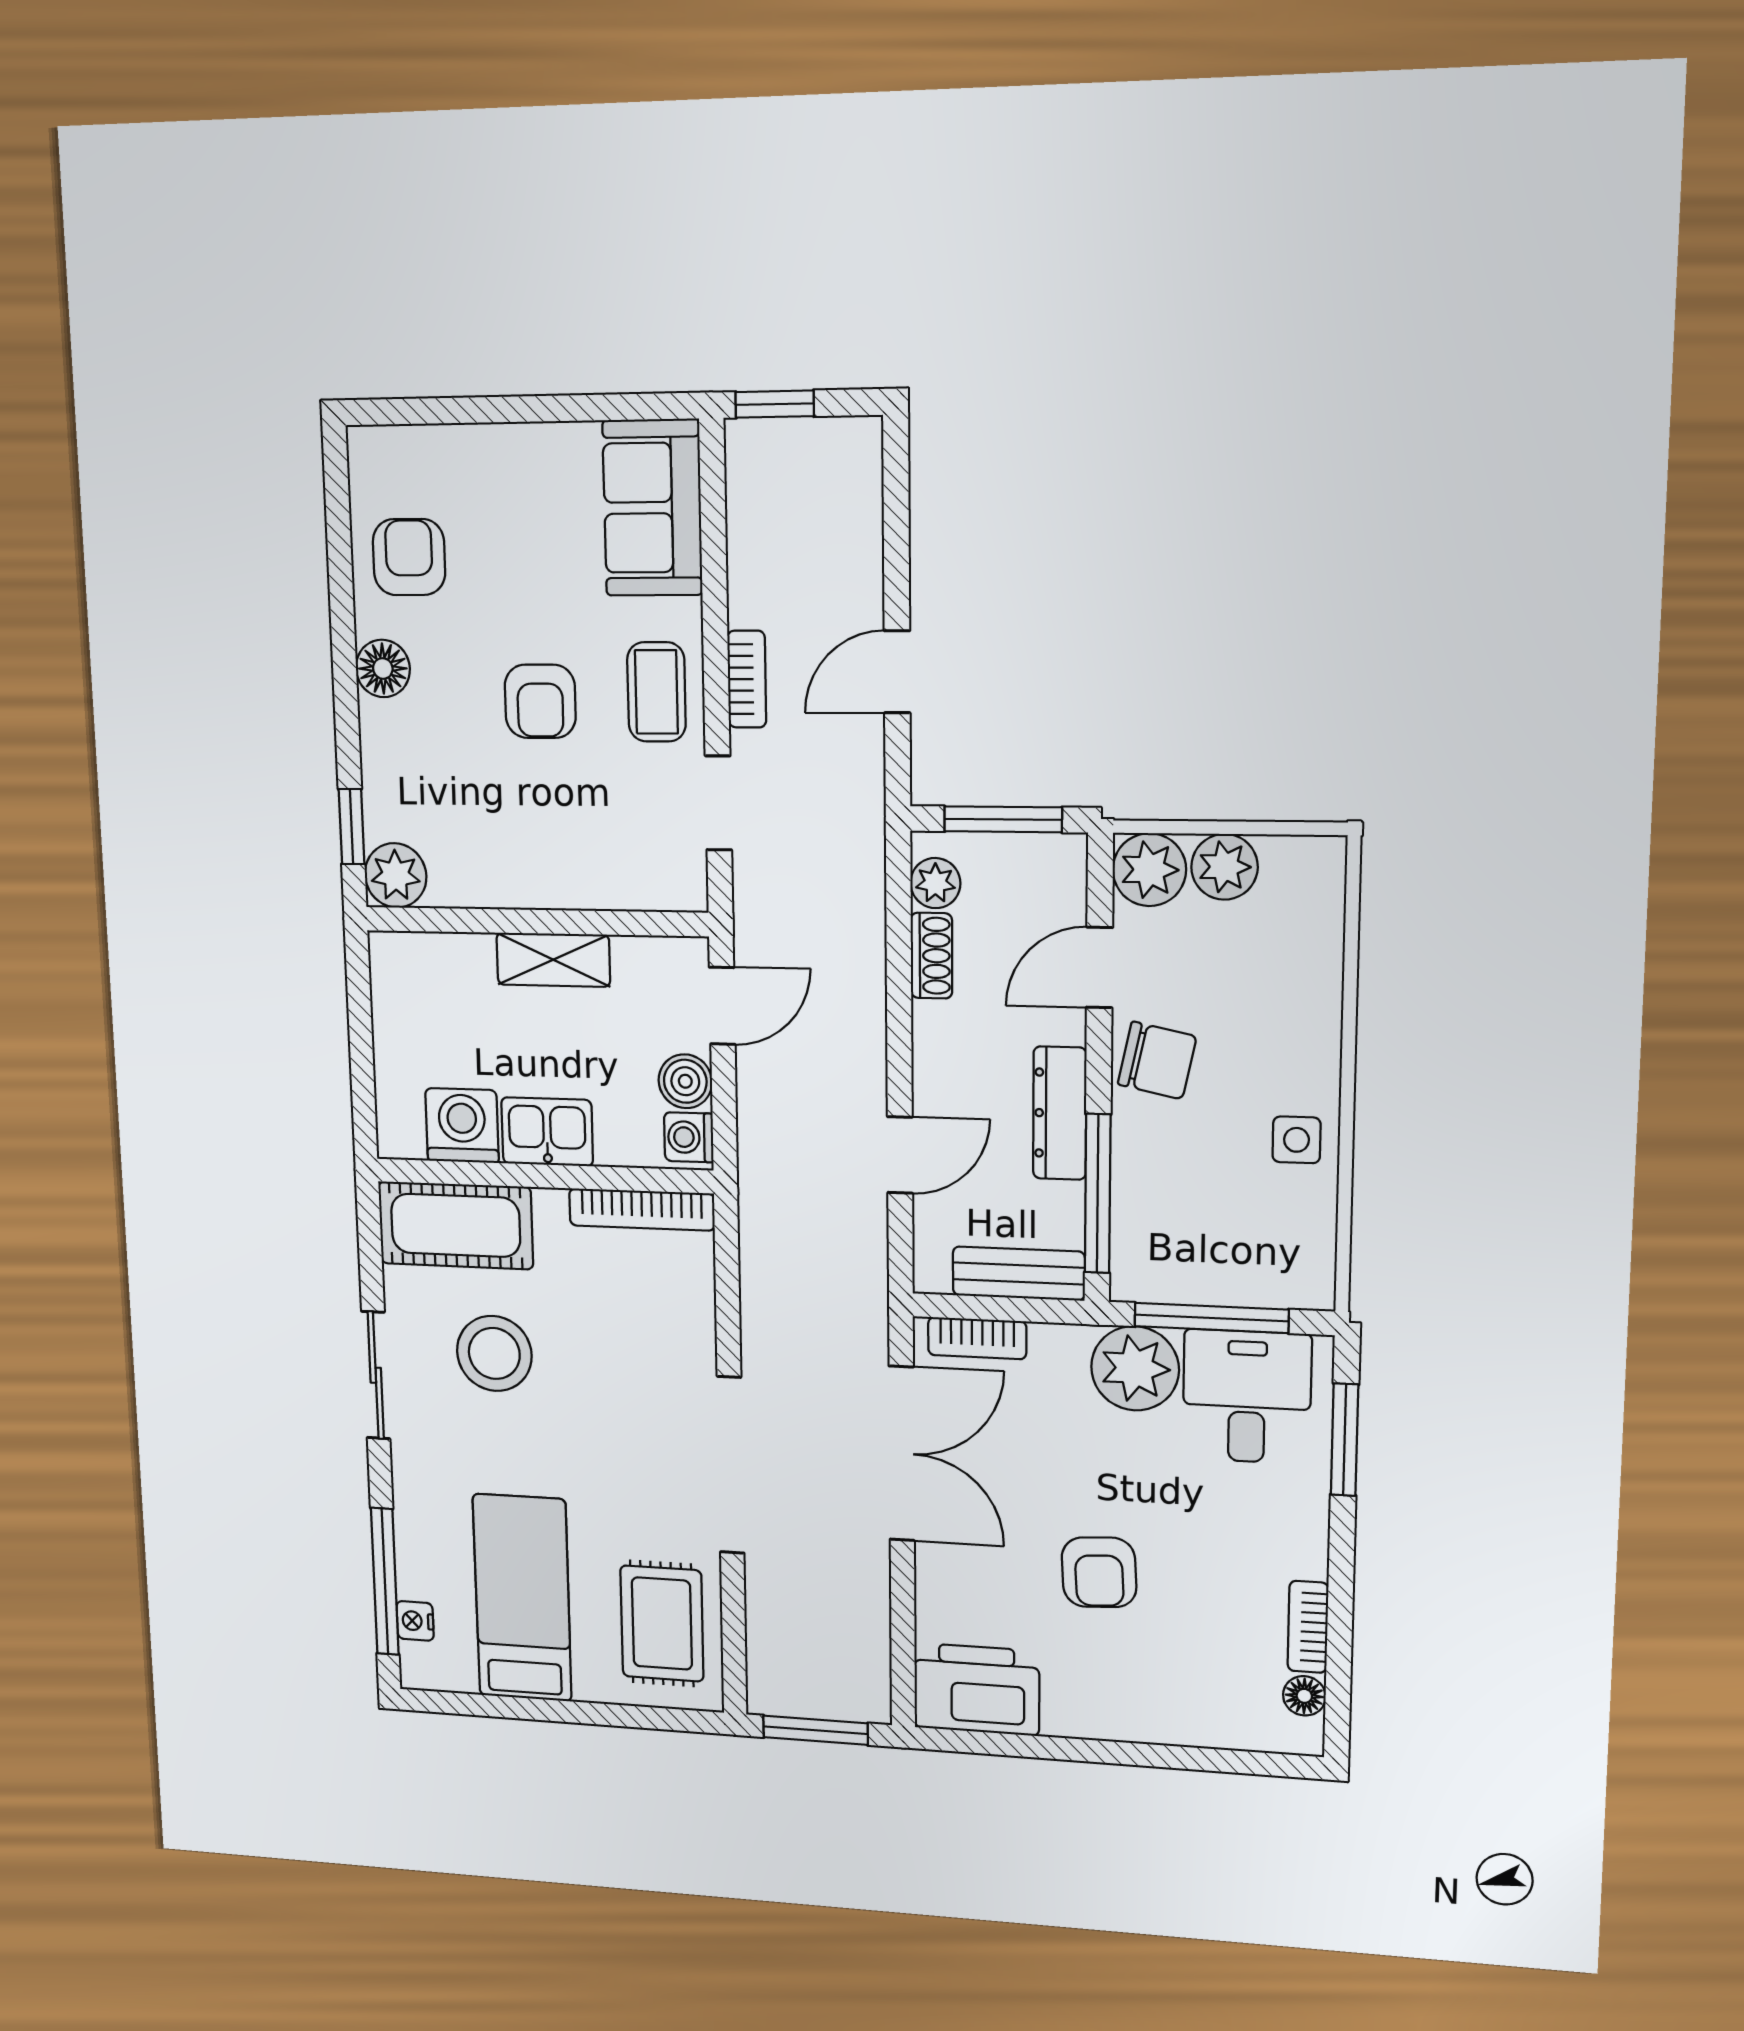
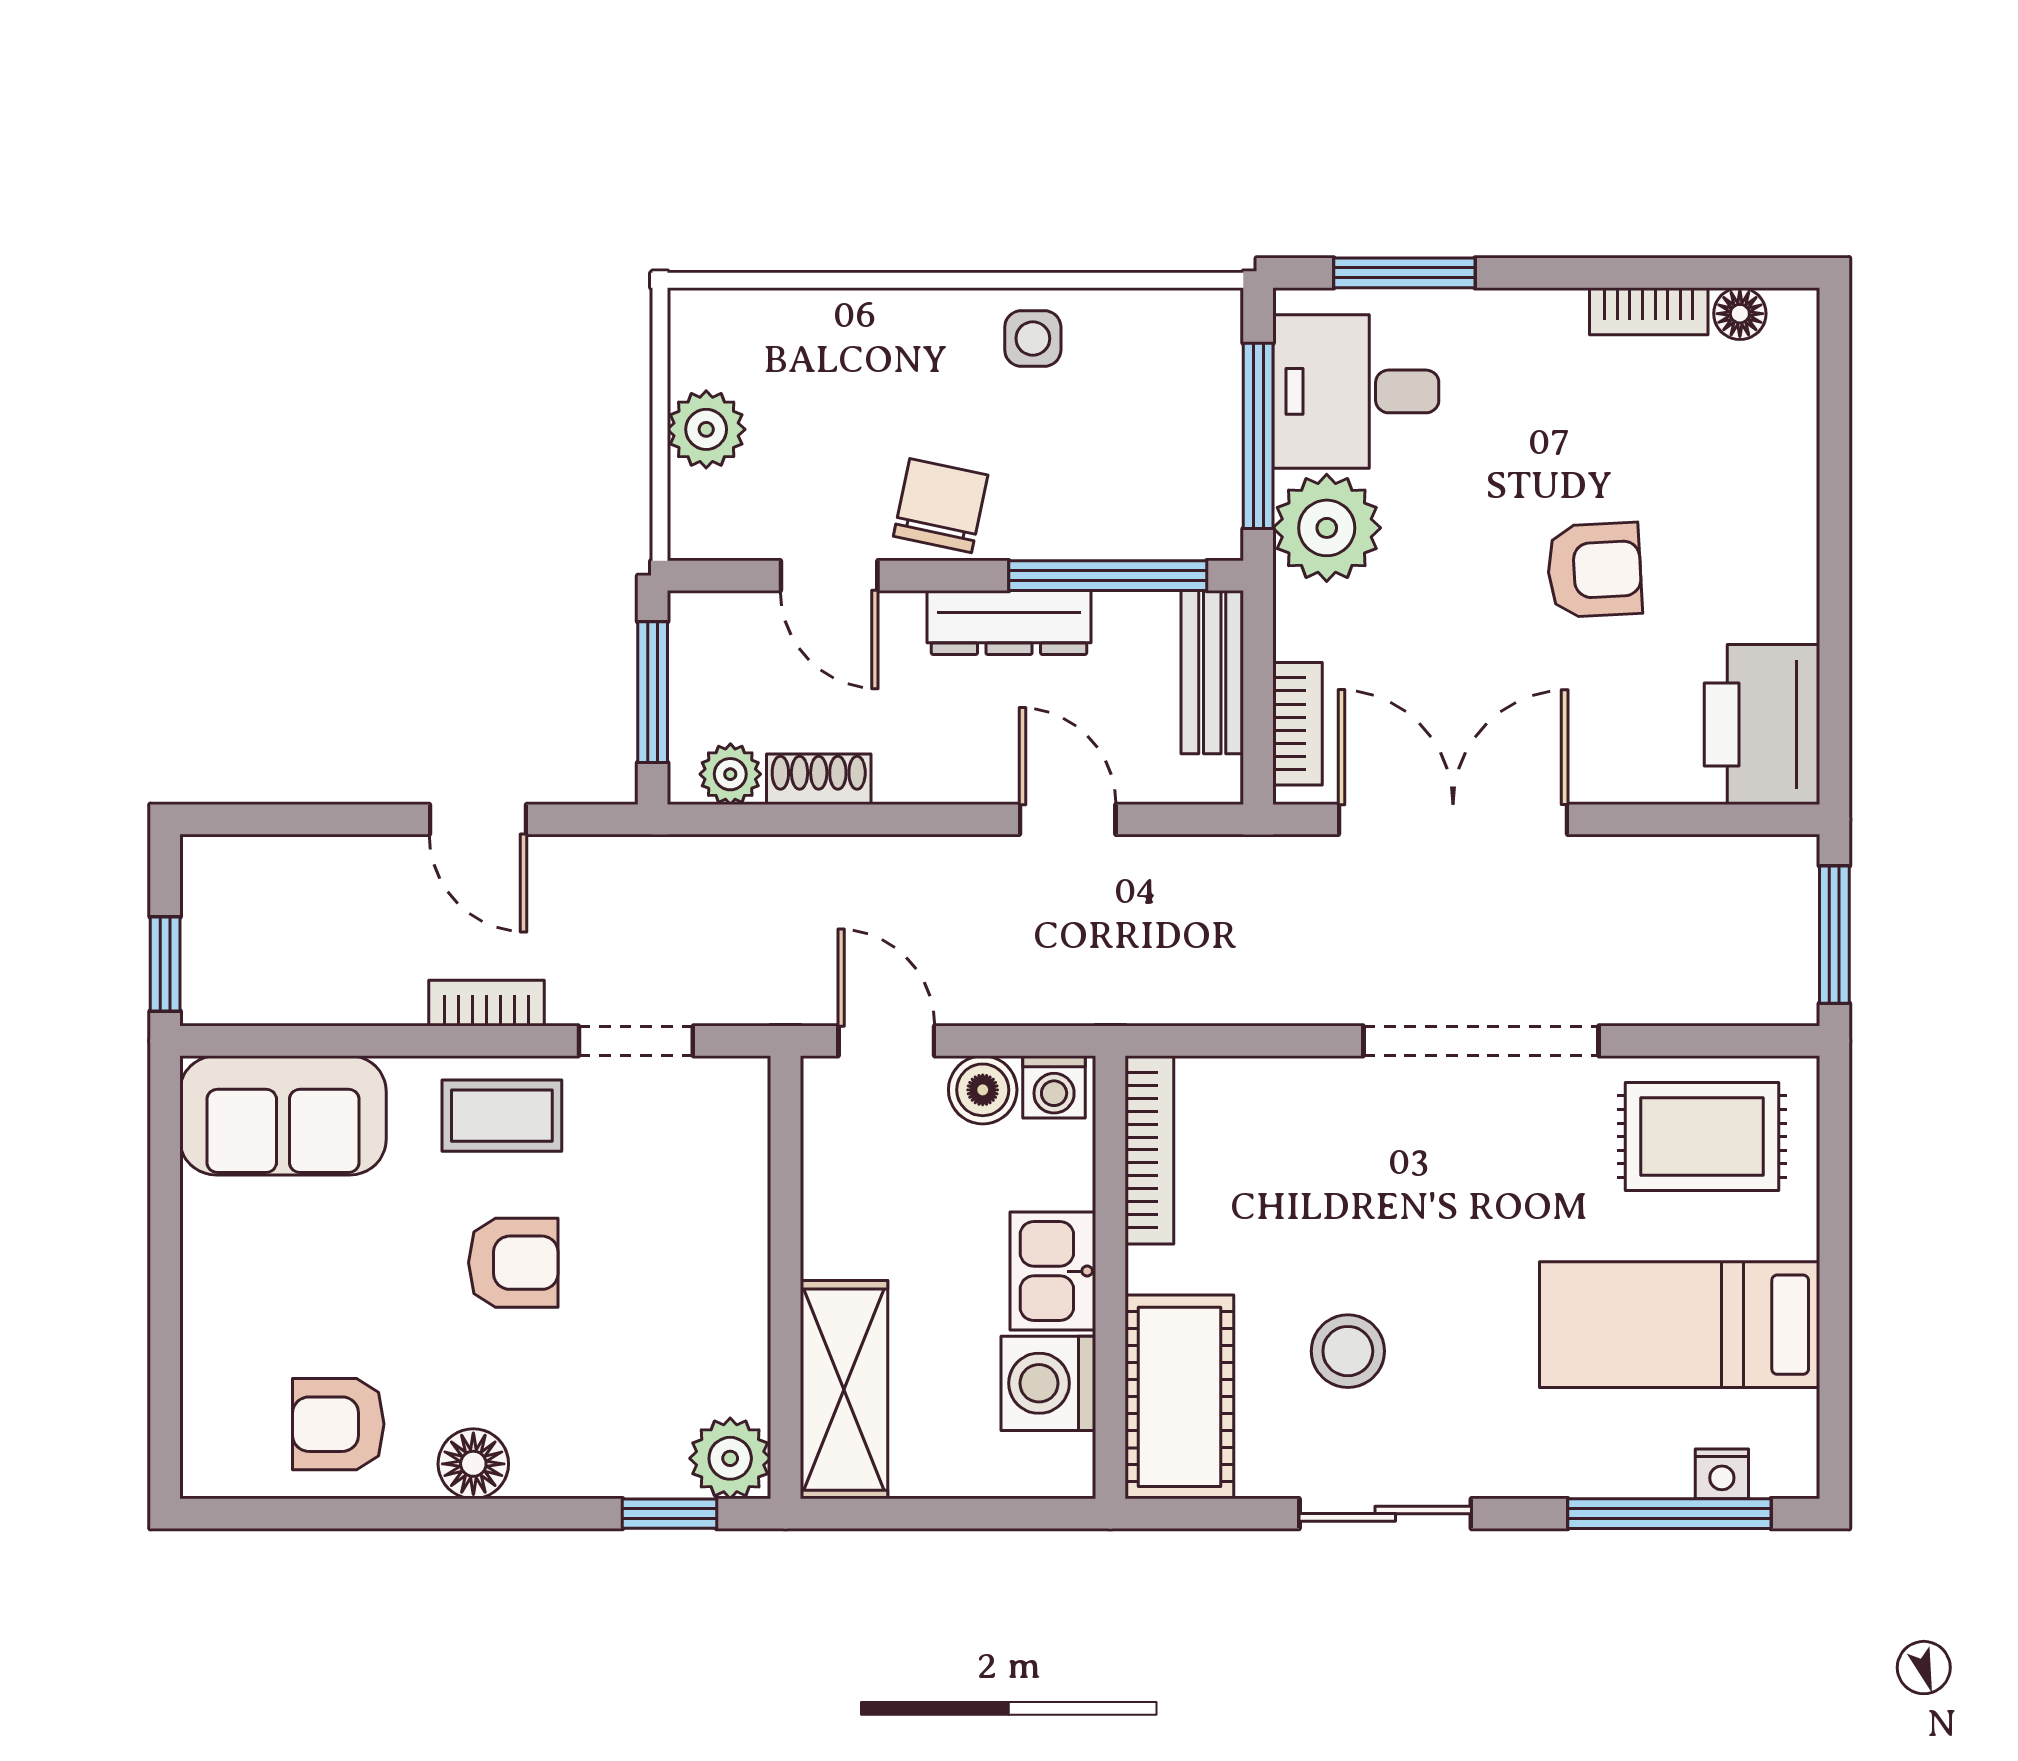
plant: (1149, 870) -> (711, 517), removed
shelving: (553, 960) -> (844, 1390), moved, width x1.50, depth x1.33
stool: (494, 1353) -> (1348, 1351), width x0.73, depth x0.73

